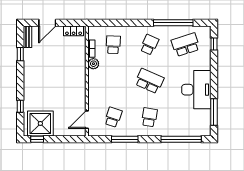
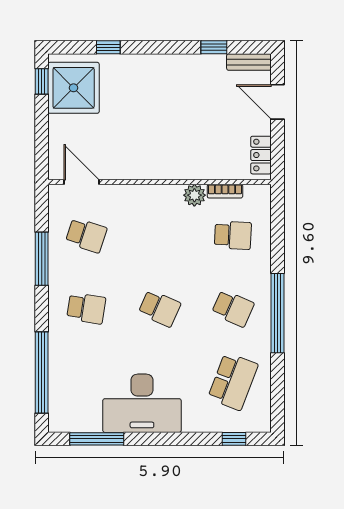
window: (173, 23) -> (277, 313), moved
school desk: (186, 45) -> (233, 381), turned 39
school desk: (149, 81) -> (160, 308), width x0.54

